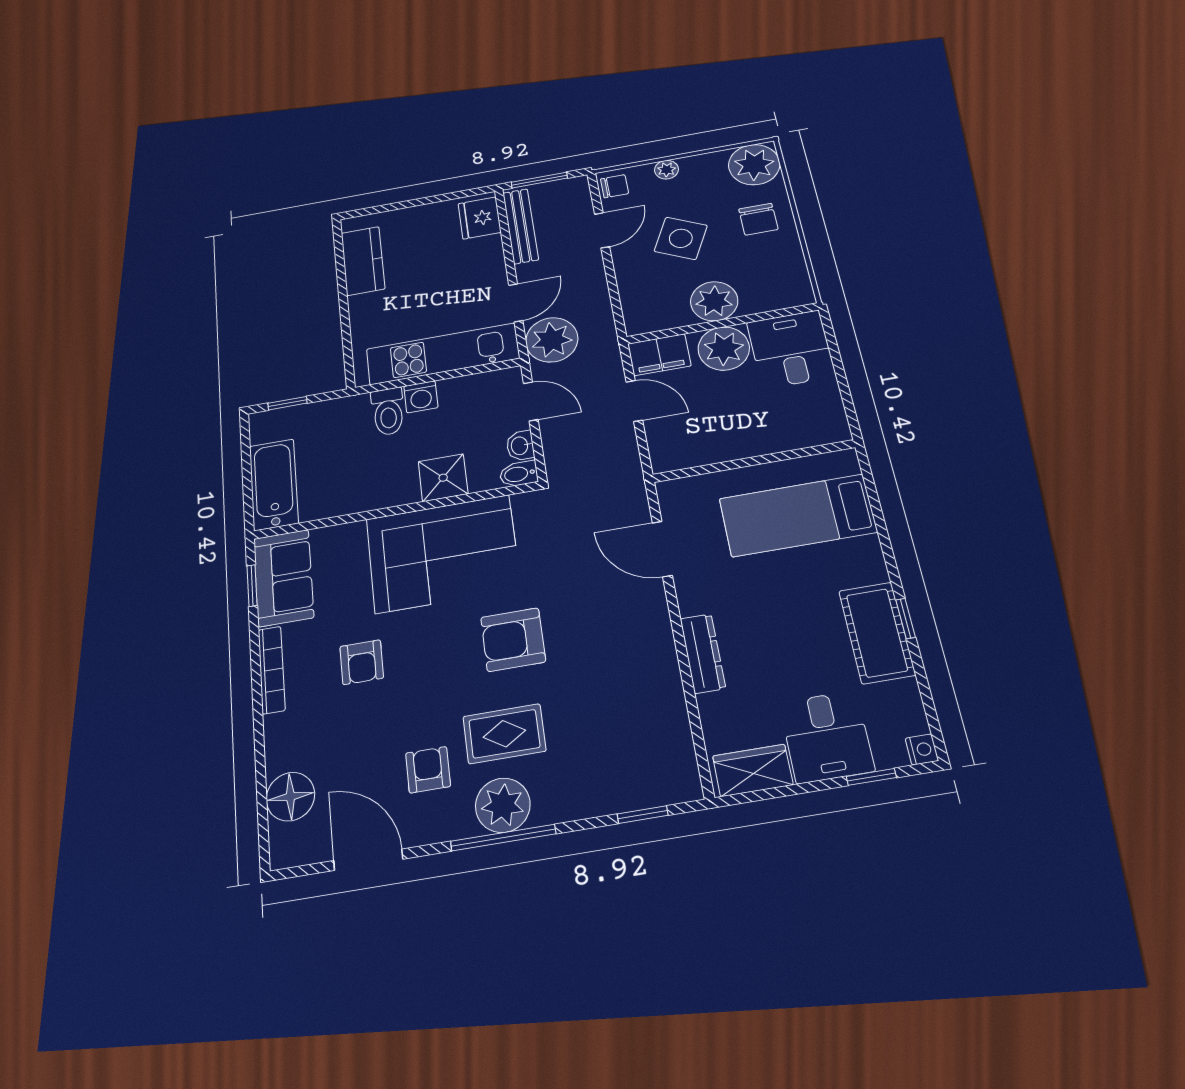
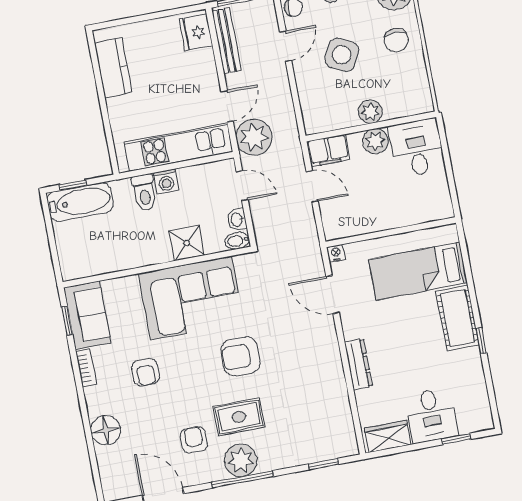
plant: (714, 301) -> (370, 112), width x0.73, depth x0.73
plant: (724, 349) -> (375, 141), width x0.73, depth x0.73
bathtub: (274, 484) -> (80, 202), moved, turned 90
cot: (877, 633) -> (458, 318), moved
bookcase: (272, 670) -> (86, 368), width x0.64
nightstand: (922, 750) -> (336, 253), moved, turned -90
floor lamp: (290, 797) -> (106, 430), moved

